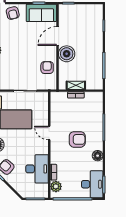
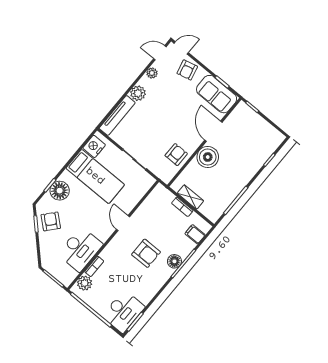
door: (57, 36) -> (213, 131), hinge flipped
filing cabinet: (96, 105) -> (195, 234), added
floor lamp: (98, 156) -> (174, 261), moved

